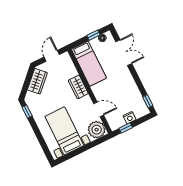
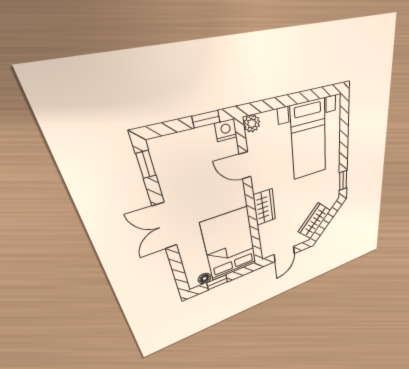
double door: (124, 53) -> (165, 226), moved
bed: (89, 64) -> (230, 244), width x1.50
nightstand: (130, 118) -> (226, 130), moved
plant: (97, 130) -> (252, 123), width x0.53, depth x0.53

